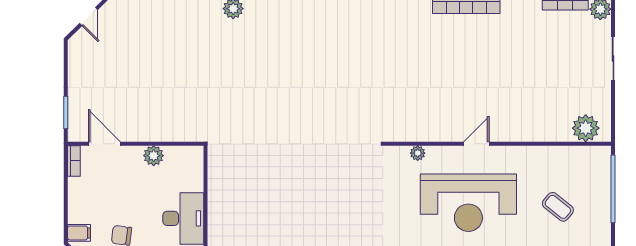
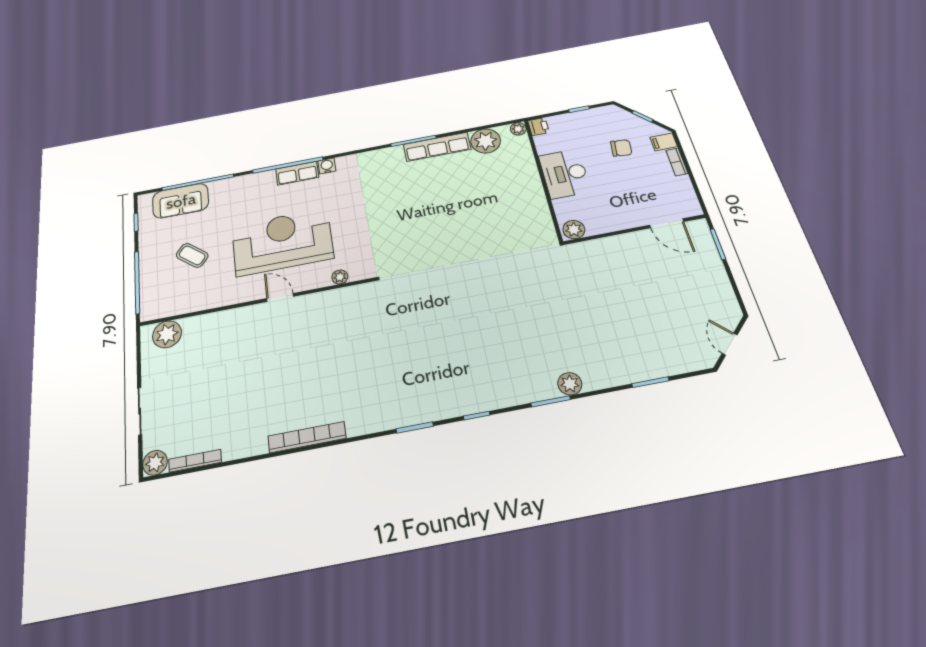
door: (476, 144) -> (280, 297), swing flipped
plant: (154, 156) -> (574, 230), moved
bookcase: (74, 161) -> (677, 162), moved

